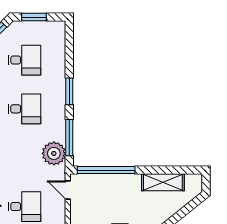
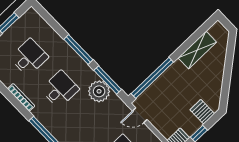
window: (69, 91) -> (78, 50), width x1.44
plant: (54, 153) -> (99, 91), moved

